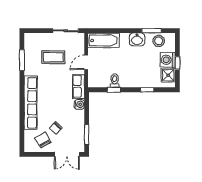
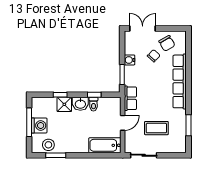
washbasin: (137, 39) -> (80, 104), moved, turned 180
window: (177, 63) -> (29, 122), width x2.17
shower: (168, 75) -> (64, 104), moved
water cooler: (79, 104) -> (130, 60), moved
window: (87, 135) -> (122, 75), moved

